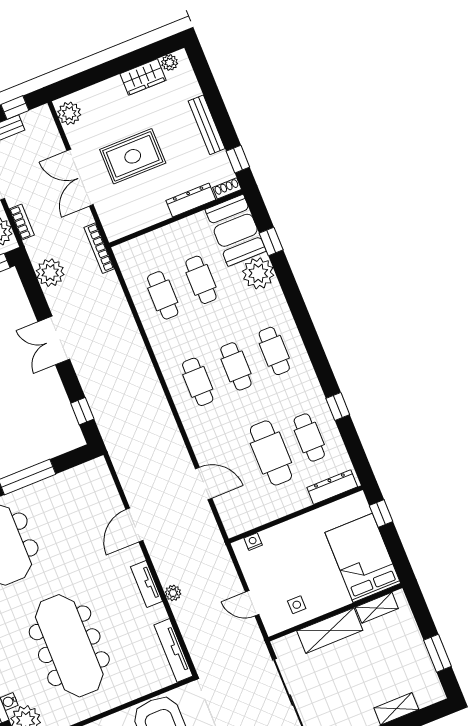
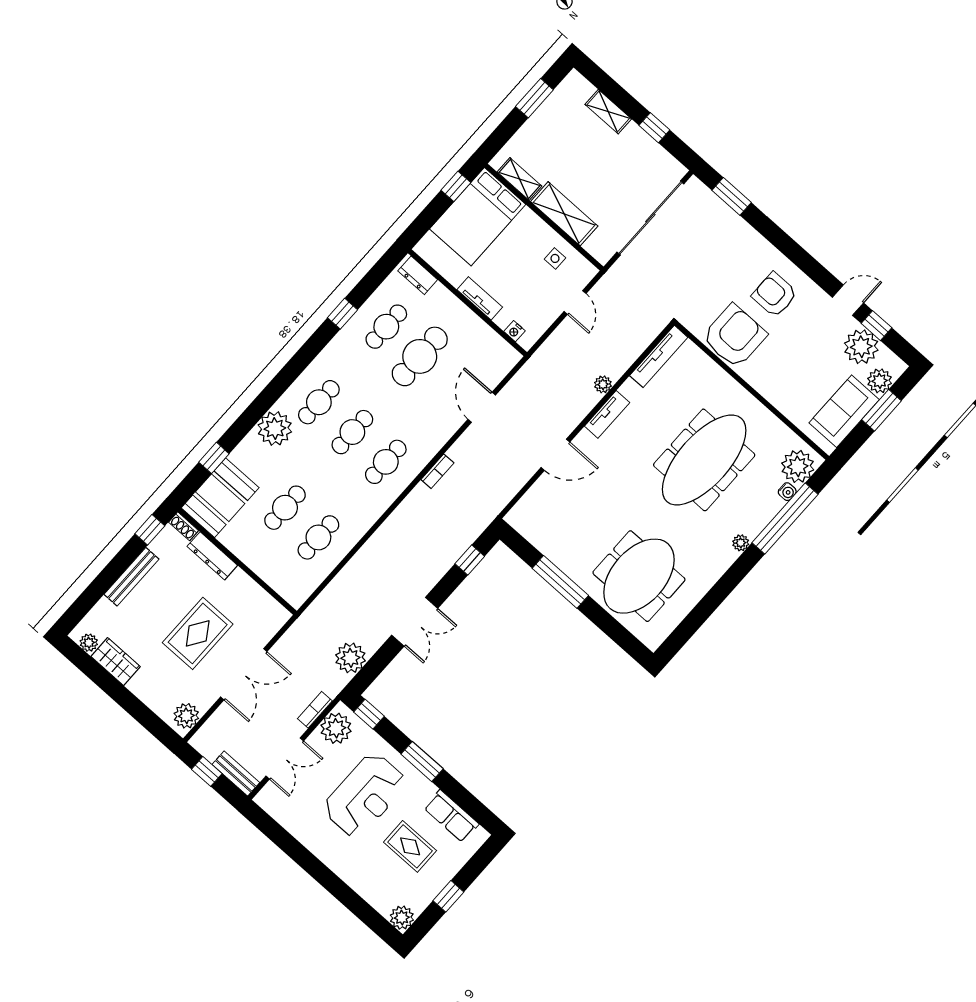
rug: (133, 156) -> (198, 633), turned 90
bookcase: (99, 248) -> (437, 471), moved, width x0.64
plant: (258, 273) -> (275, 428), moved
dresser: (332, 487) -> (418, 275), width x0.70
window: (381, 513) -> (456, 186), moved
tv unit: (294, 526) -> (480, 298), added

